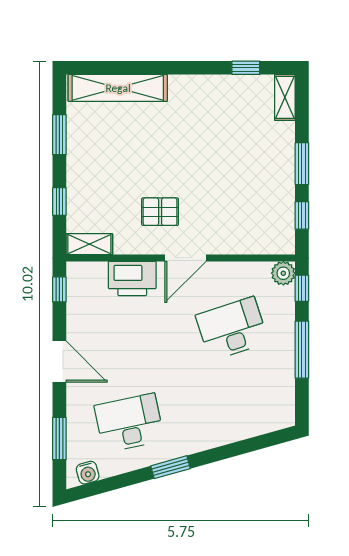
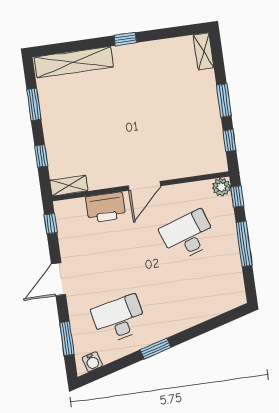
window: (246, 68) -> (125, 39), moved
pallet: (160, 212) -> (120, 153), removed
door: (59, 361) -> (58, 279), swing flipped

